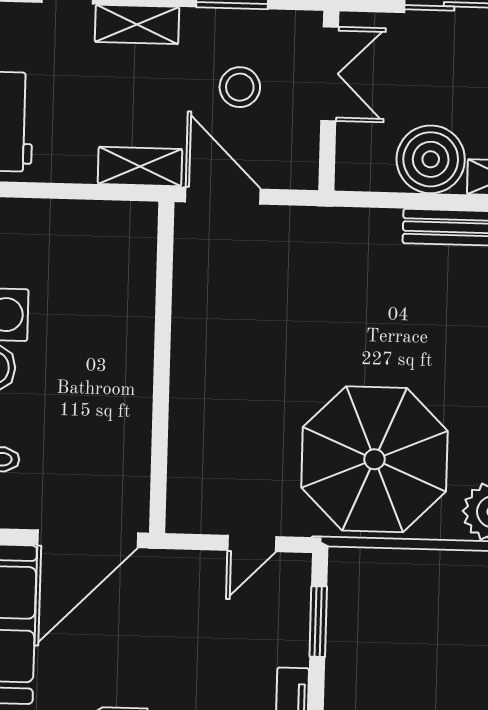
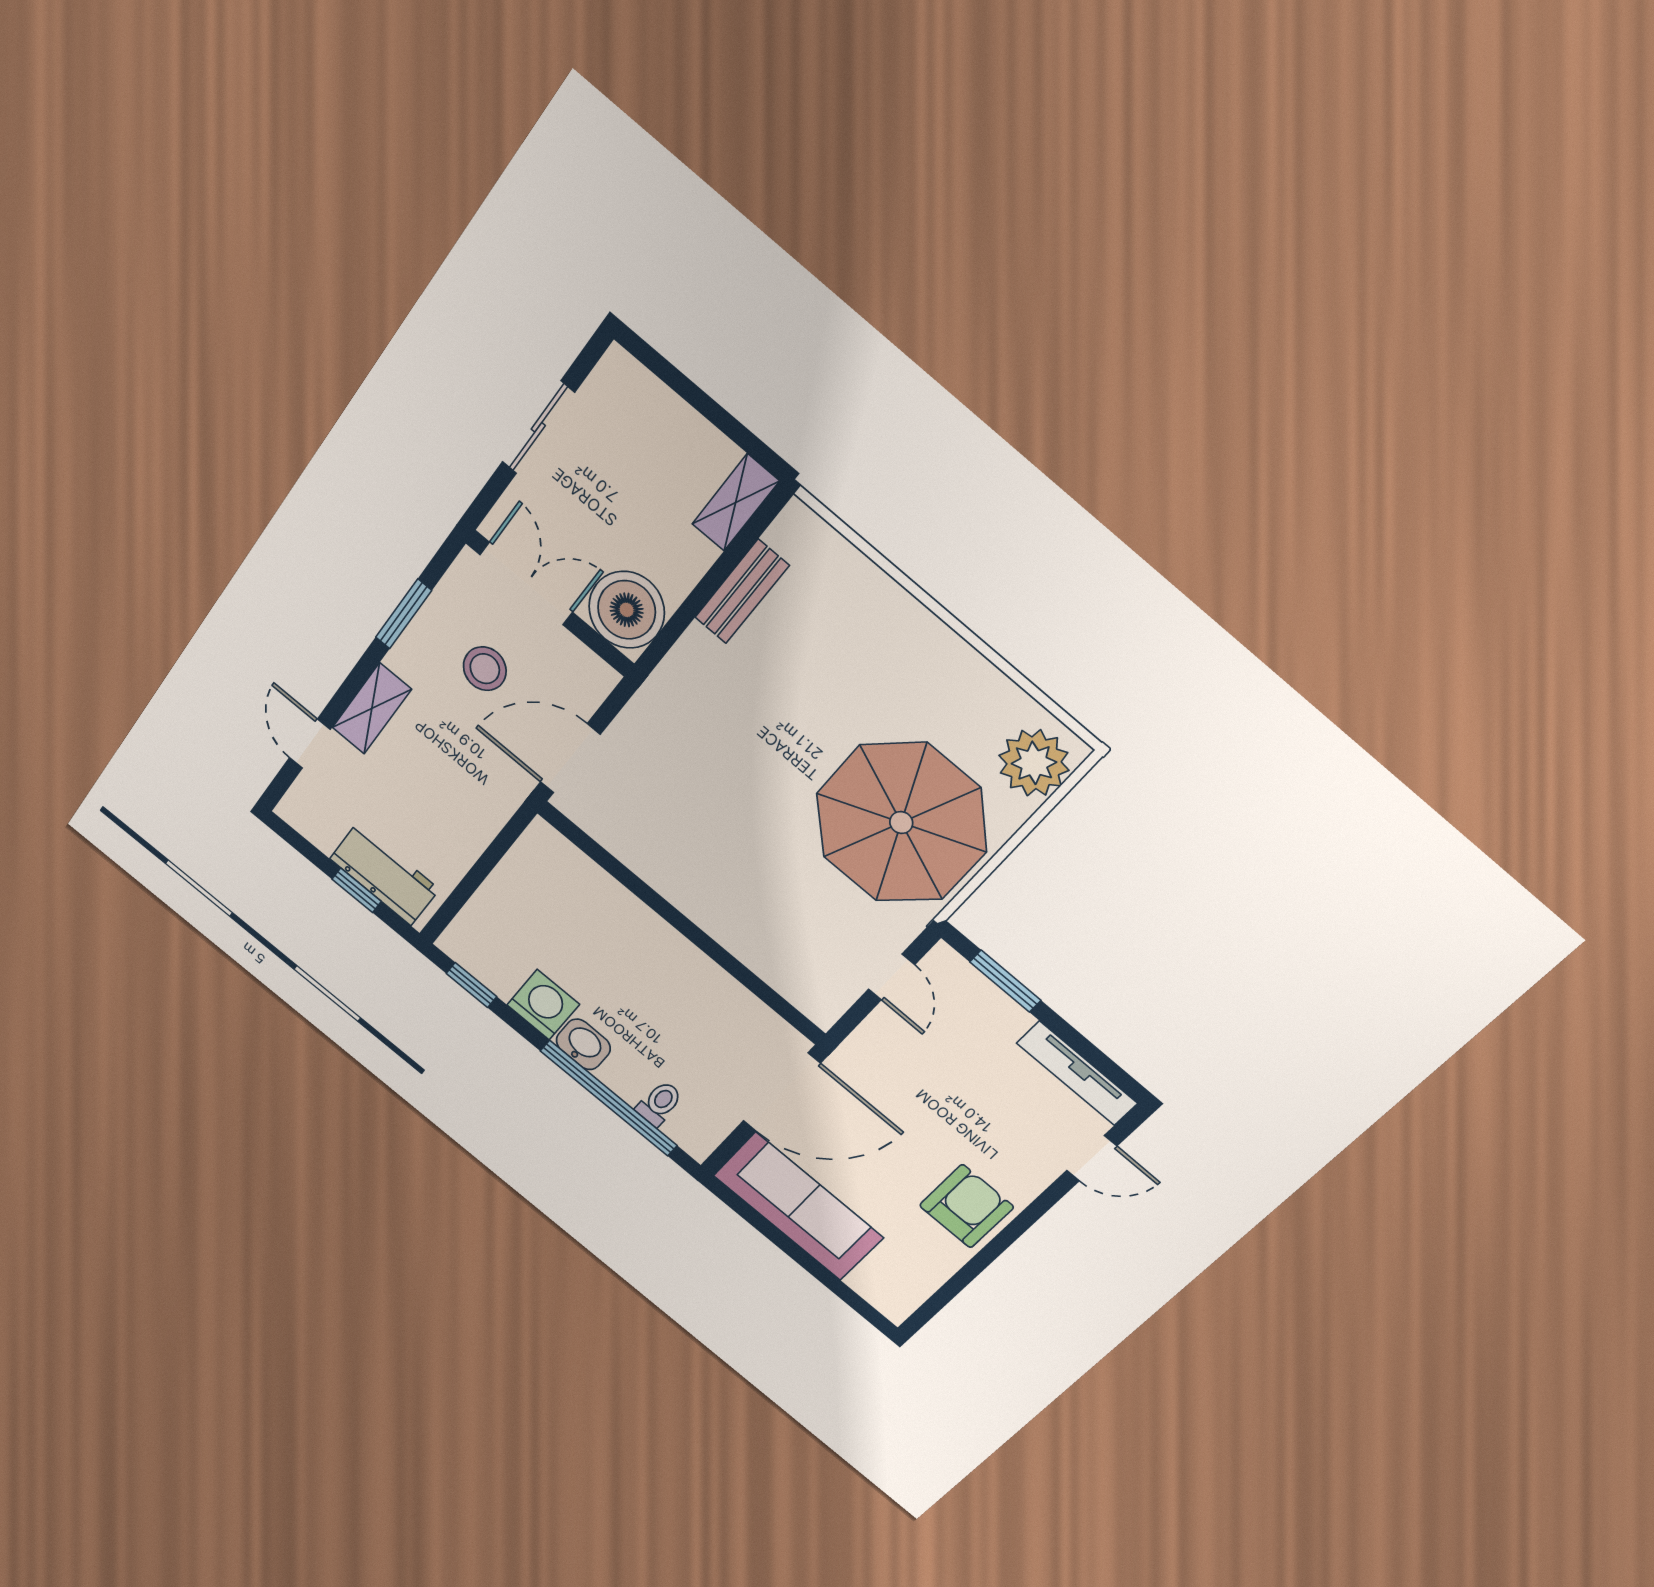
boiler: (431, 159) -> (627, 610), moved
shelving: (140, 166) -> (496, 803), removed
door: (88, 539) -> (782, 1092), hinge flipped

